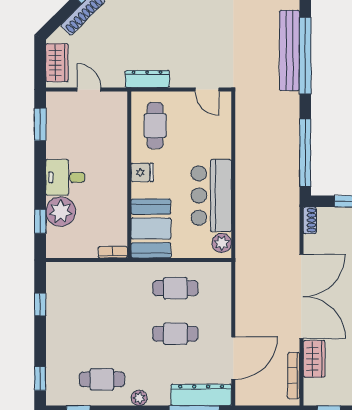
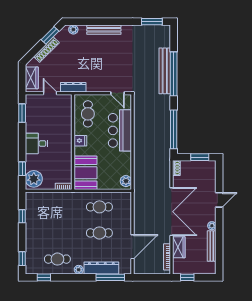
dresser: (147, 79) -> (73, 87), moved
bar counter: (211, 196) -> (120, 130), moved
plant: (61, 212) -> (34, 179), moved
dresser: (201, 395) -> (101, 268), moved

